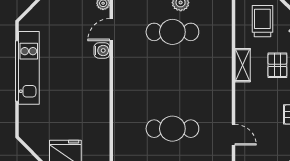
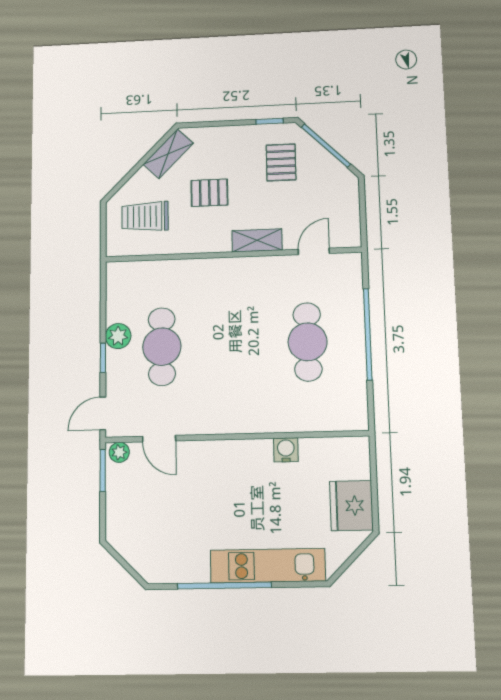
water cooler: (102, 50) -> (286, 450), moved
shelving: (243, 65) -> (257, 240), moved
kitchen unit: (29, 68) -> (268, 566), moved

